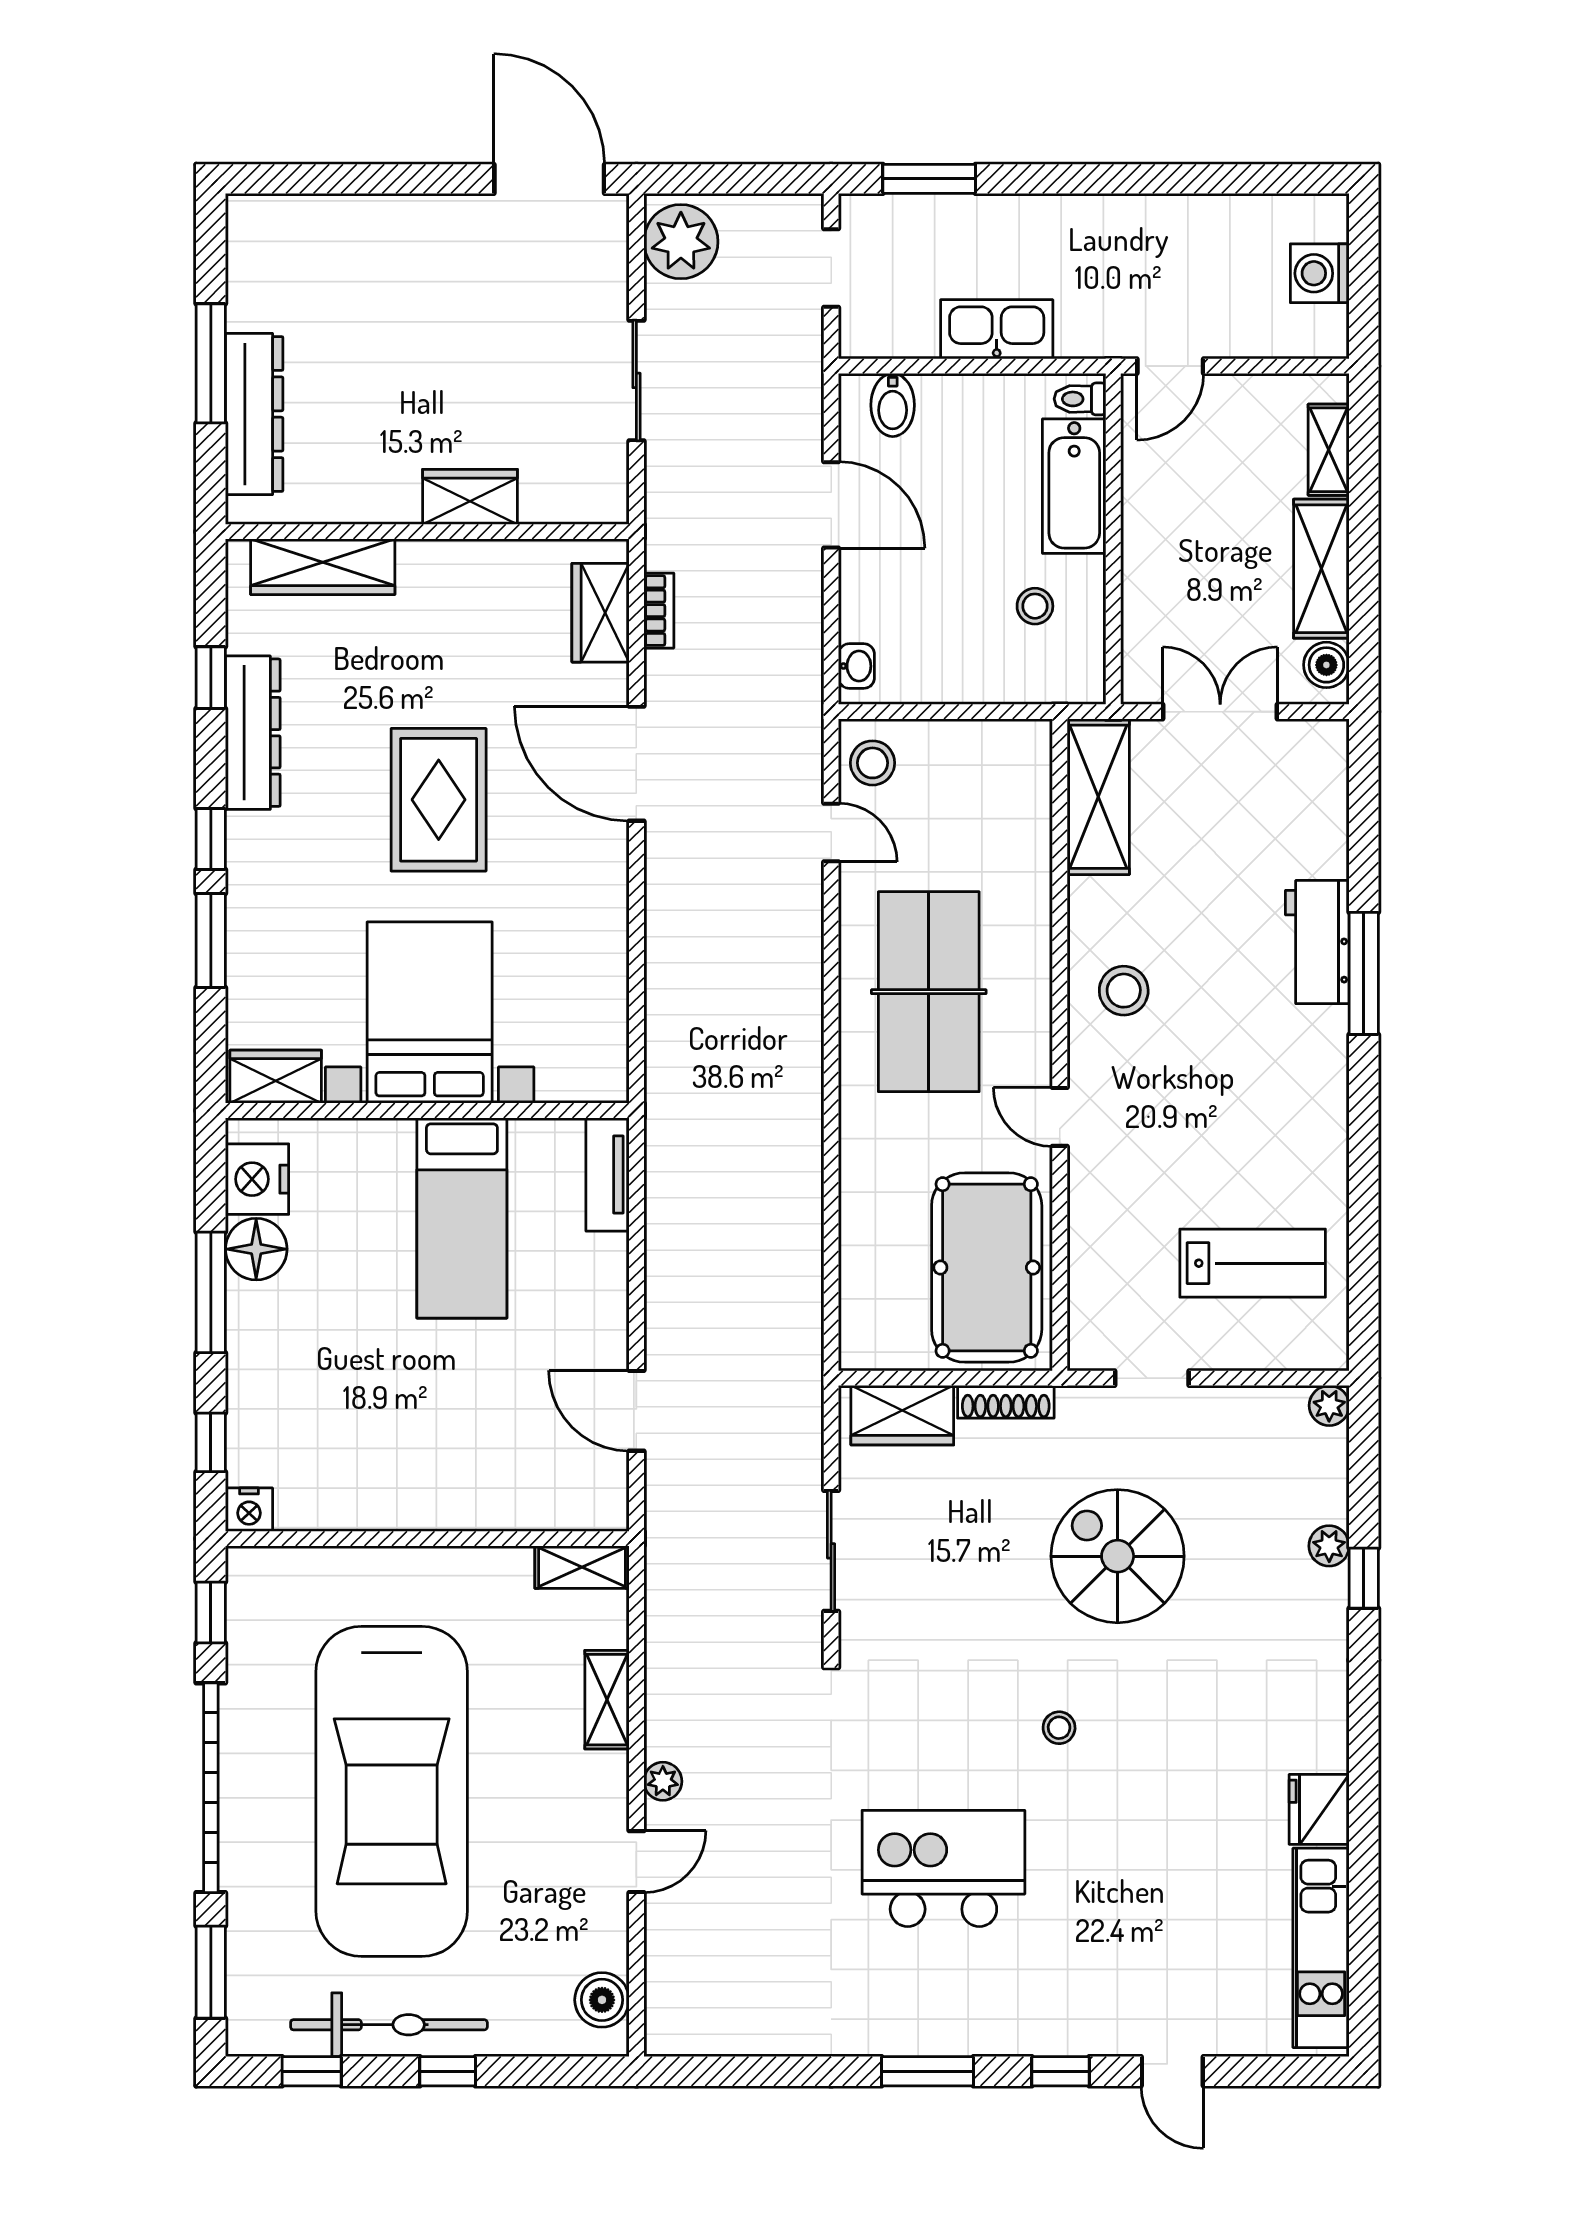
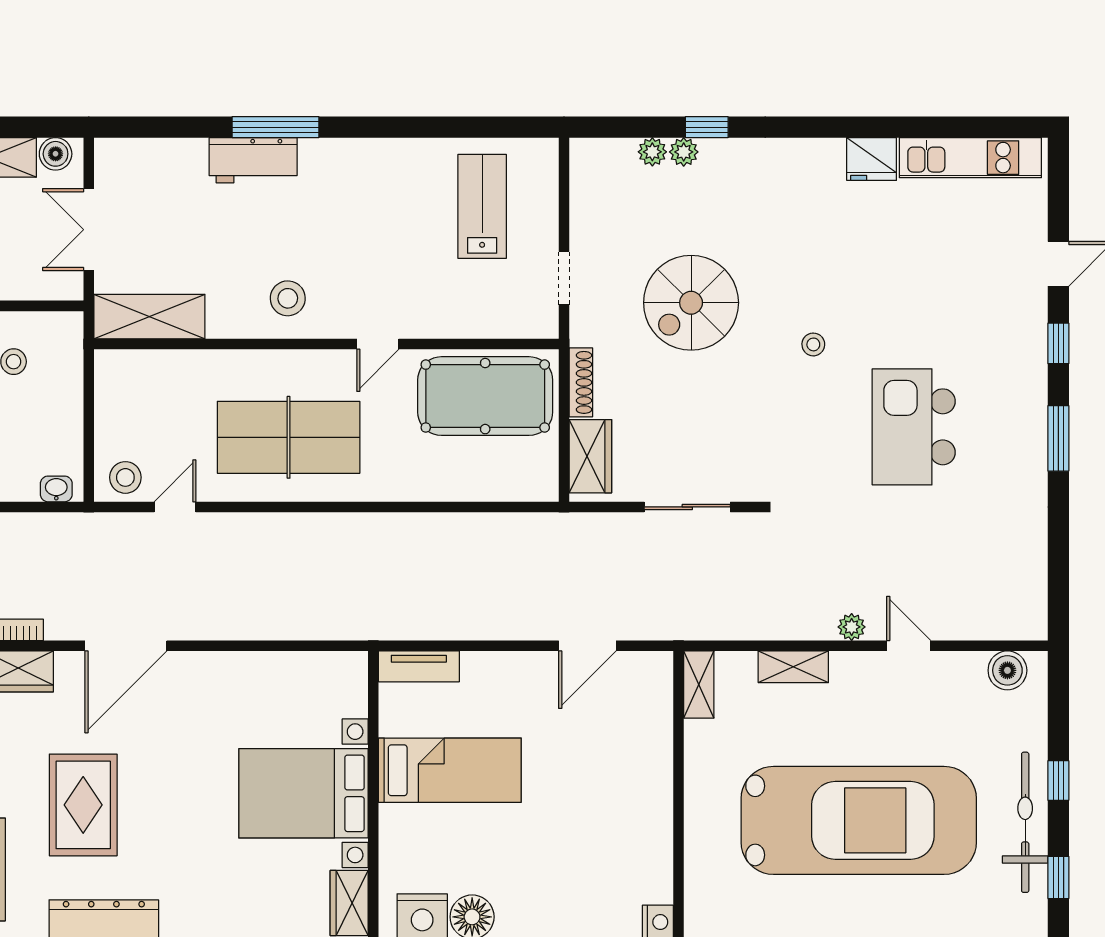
rug: (439, 800) -> (83, 805), moved, turned 90
plant: (1329, 1406) -> (652, 152), moved

